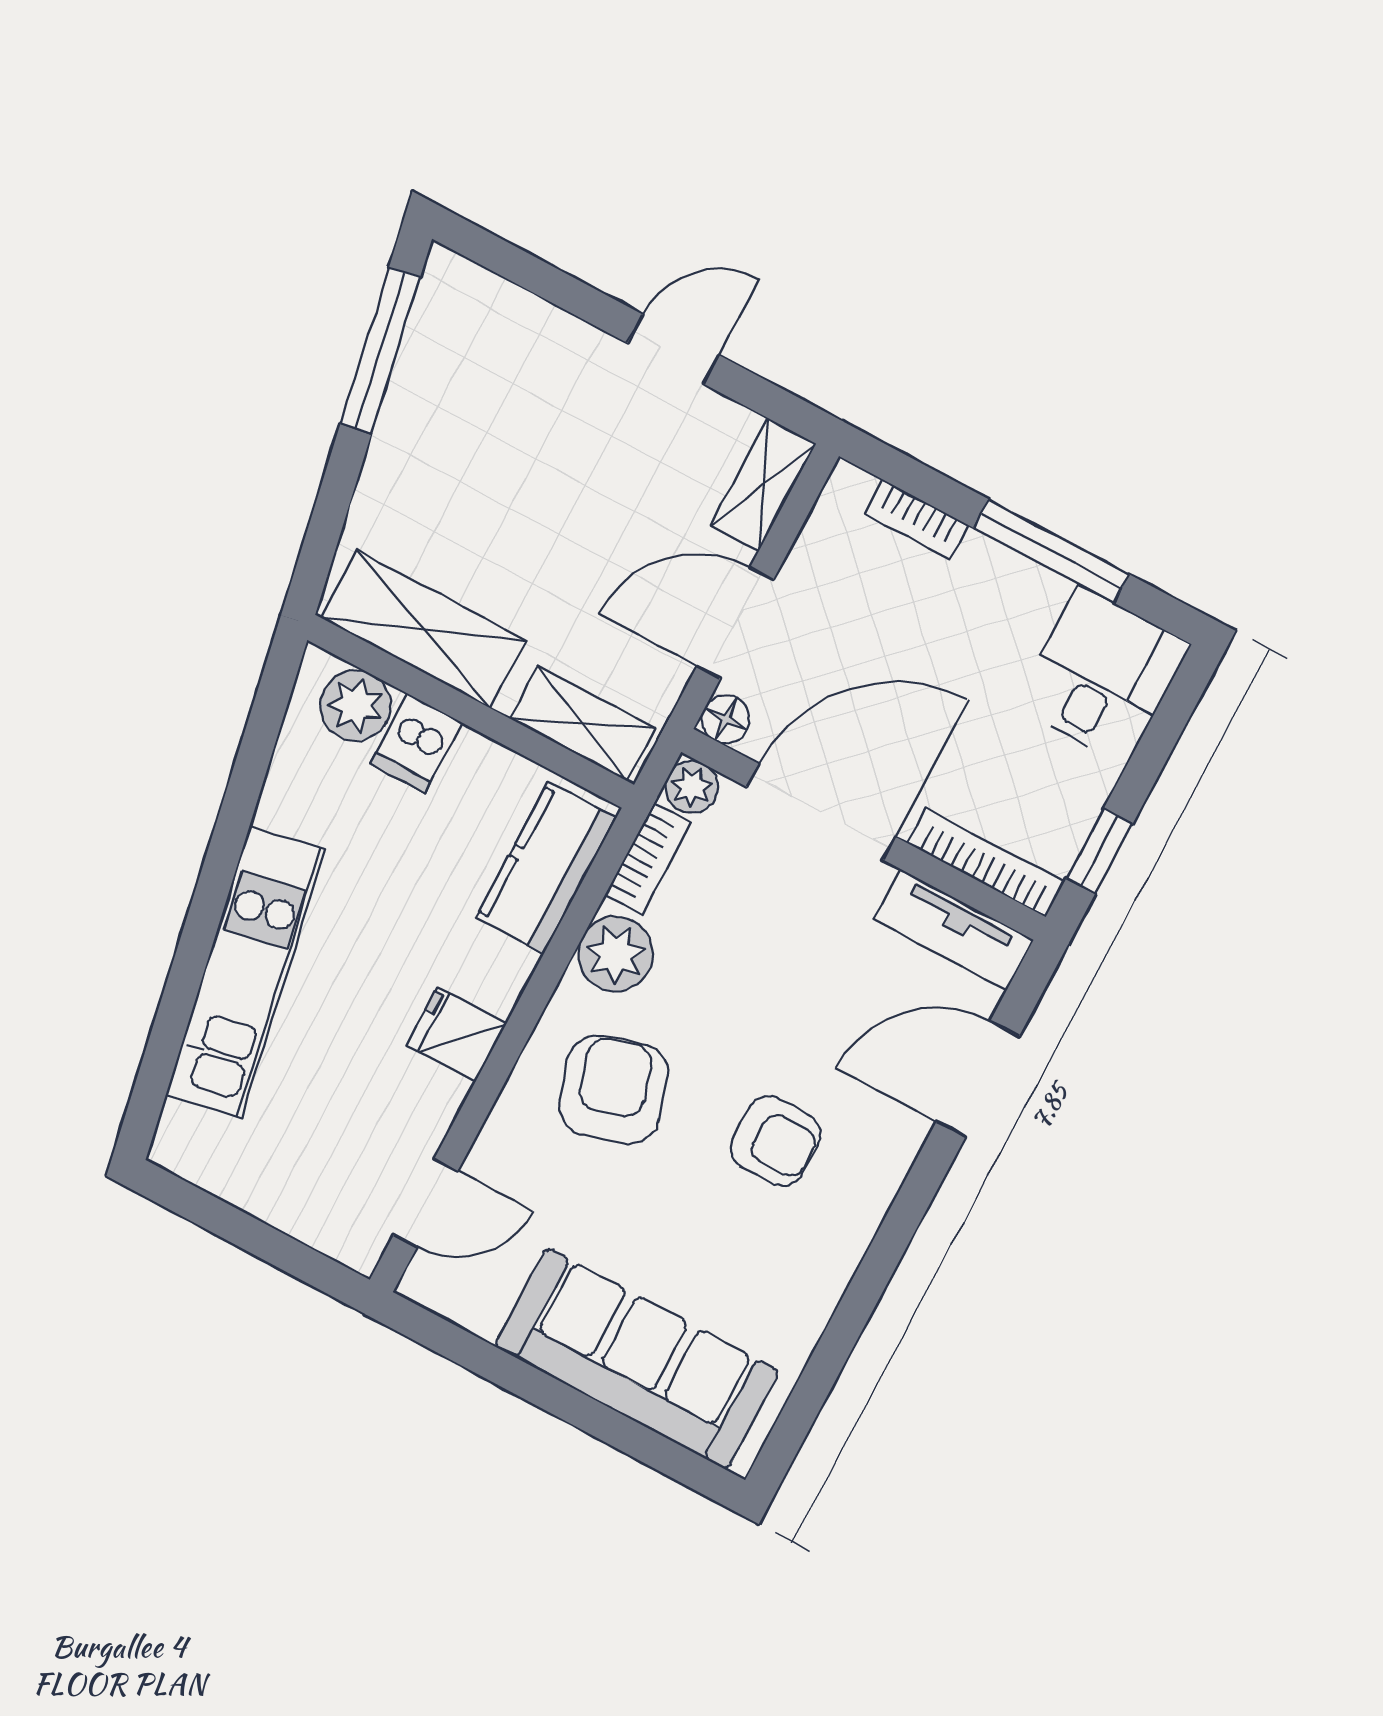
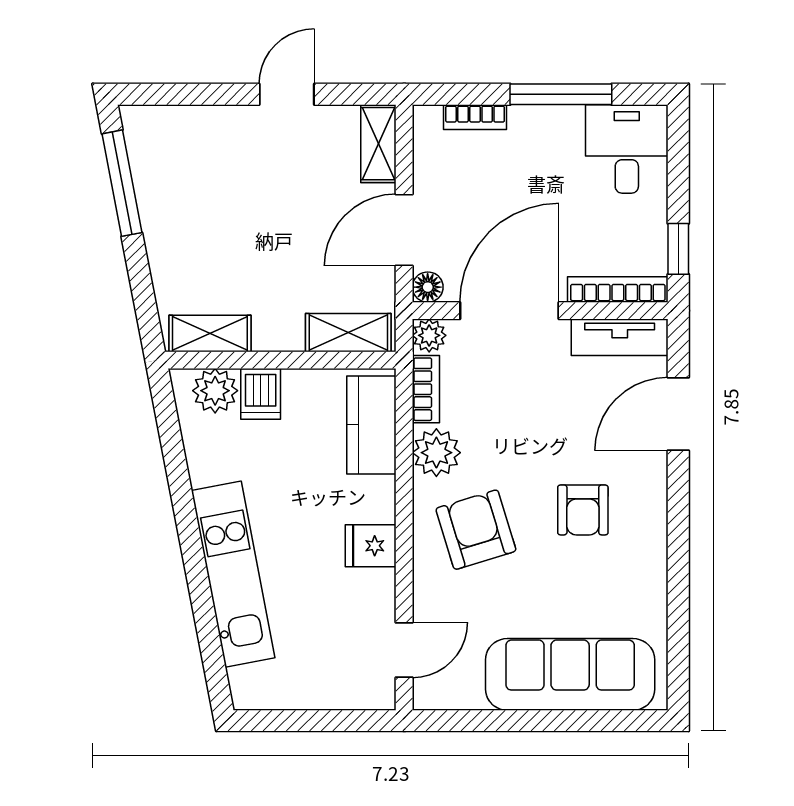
shelving: (424, 629) -> (210, 333), width x0.67, depth x0.75
armchair: (775, 1141) -> (583, 510), turned 90

